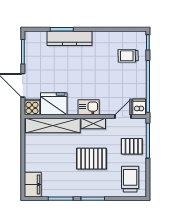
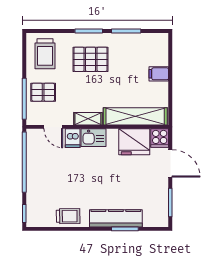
trolley: (128, 56) -> (68, 216), moved
dishwasher: (139, 107) -> (73, 138), moved
door: (123, 117) -> (53, 127), hinge flipped
pallet: (91, 159) -> (91, 59), moved
filing cabinet: (33, 185) -> (159, 74), moved, width x0.50

